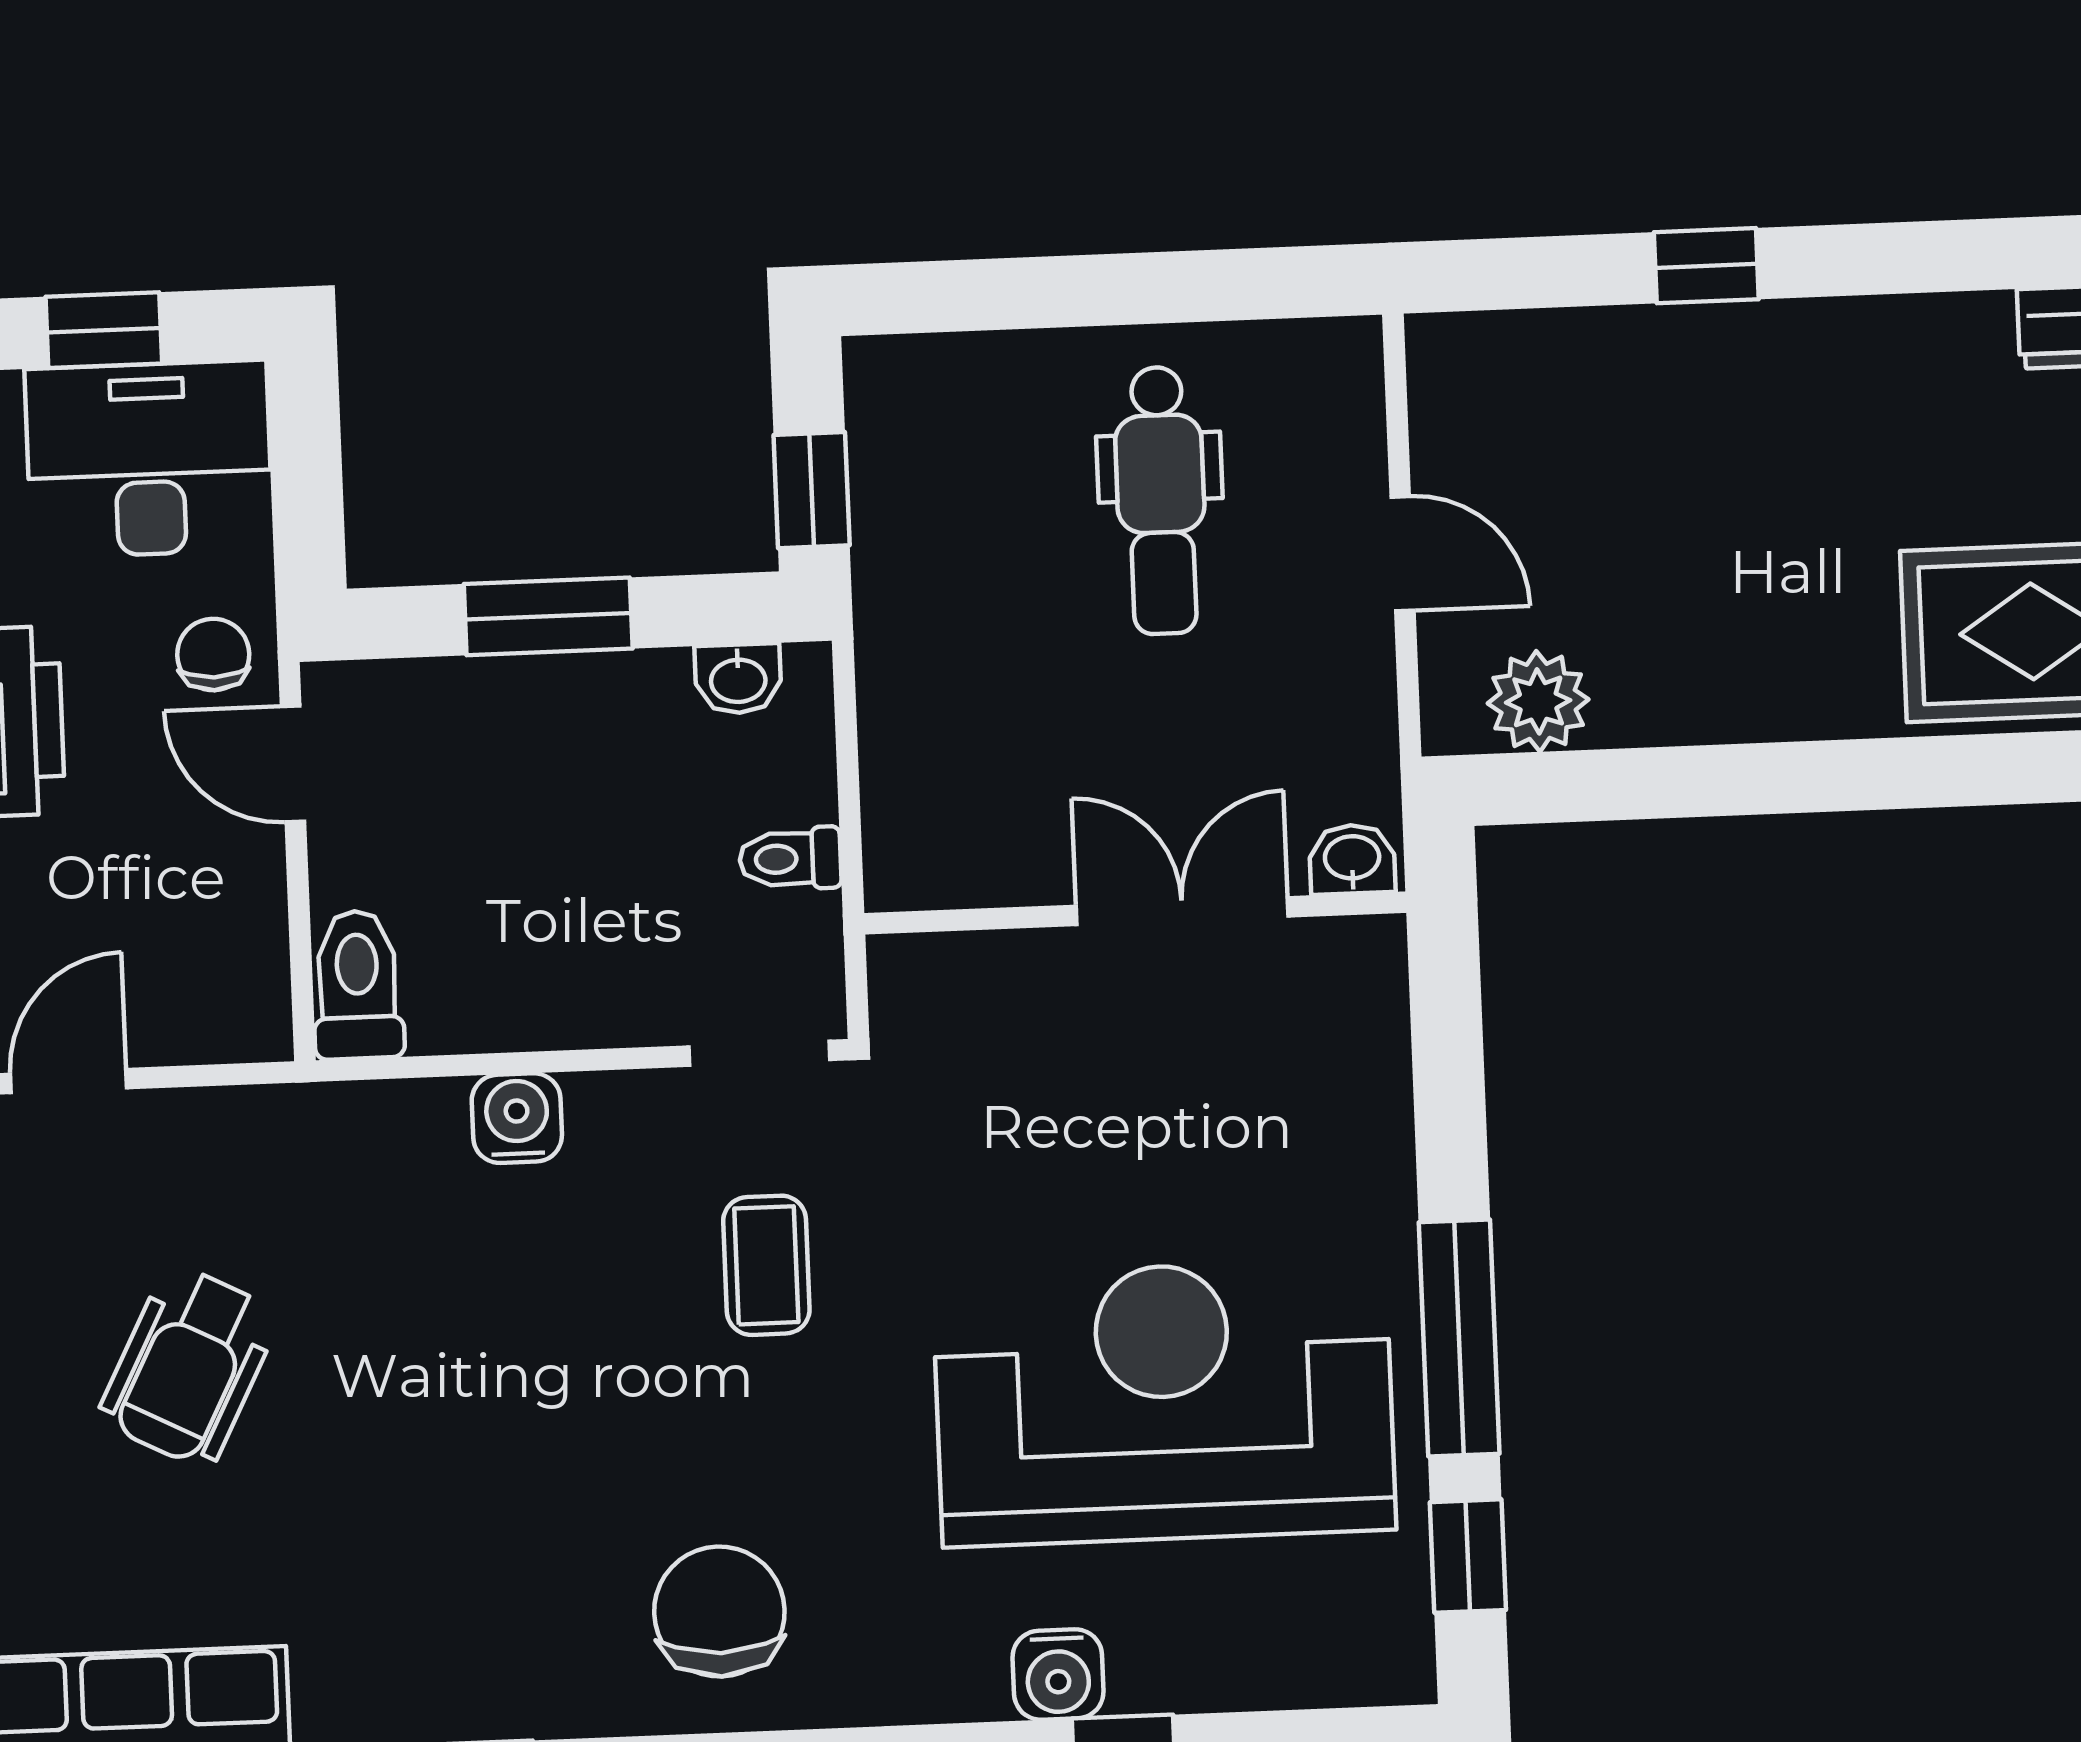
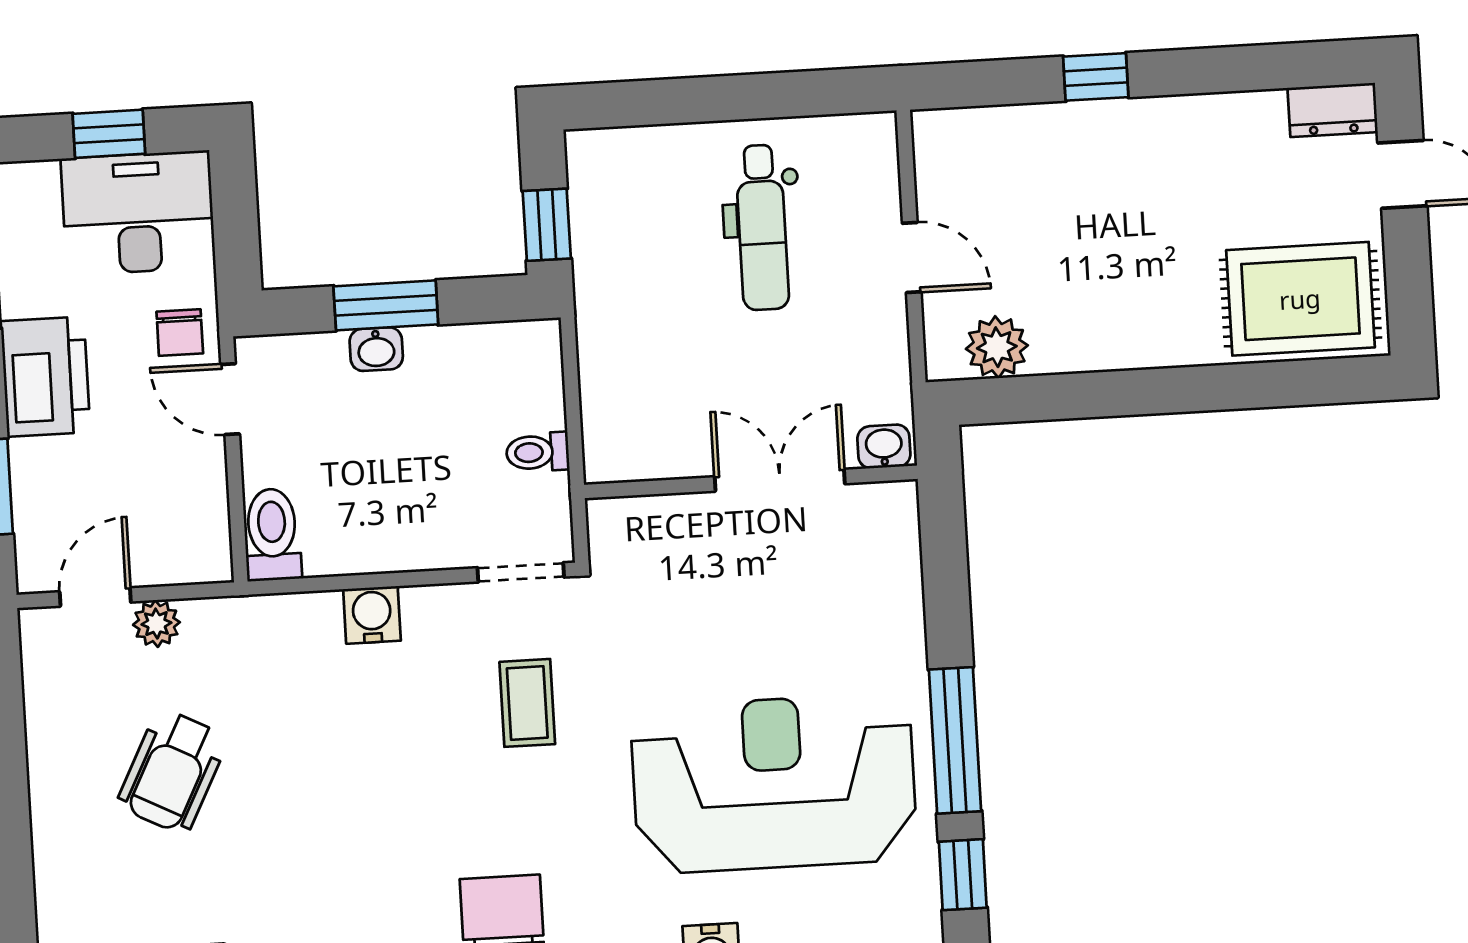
chair: (213, 655) -> (180, 333), turned 180
washbasin: (738, 679) -> (376, 349), moved
plant: (167, 1126) -> (156, 624), added

